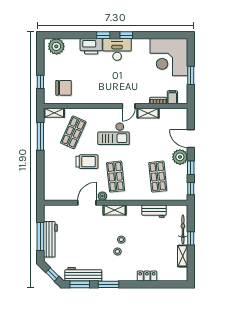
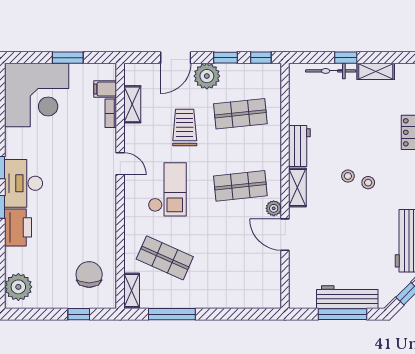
shelving: (148, 113) -> (132, 104), moved
trolley: (87, 162) -> (185, 128), moved
workbench: (154, 211) -> (299, 146), moved

